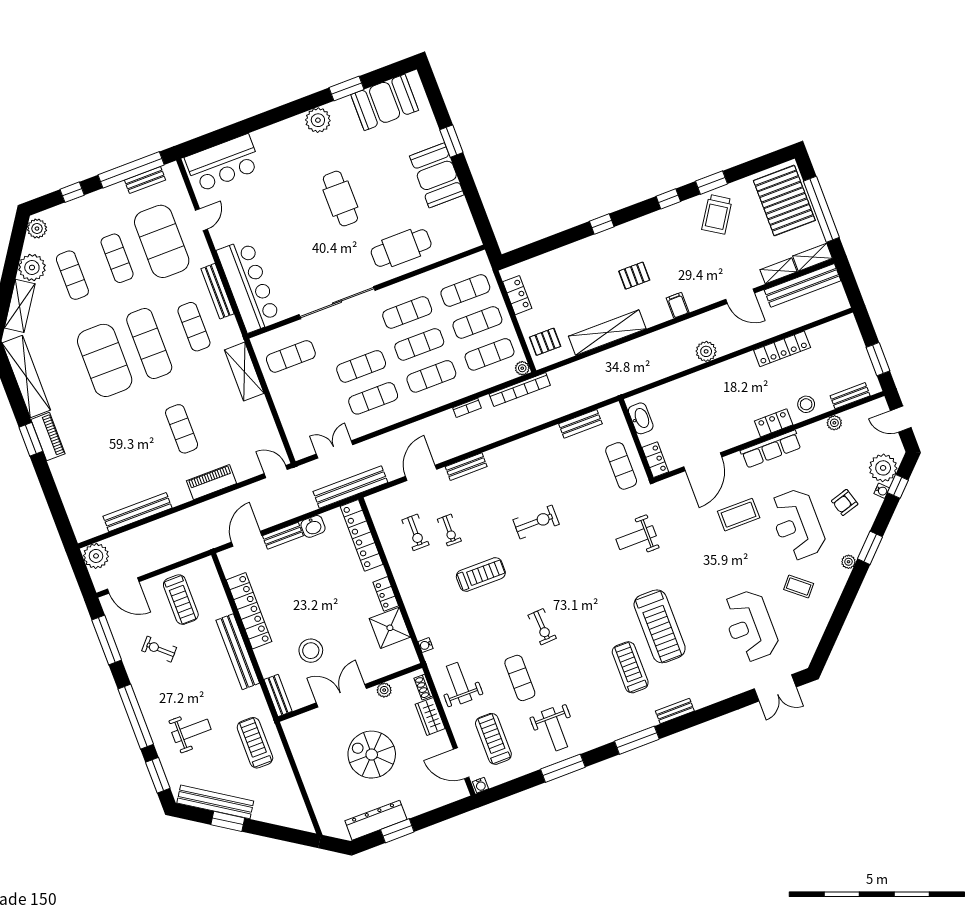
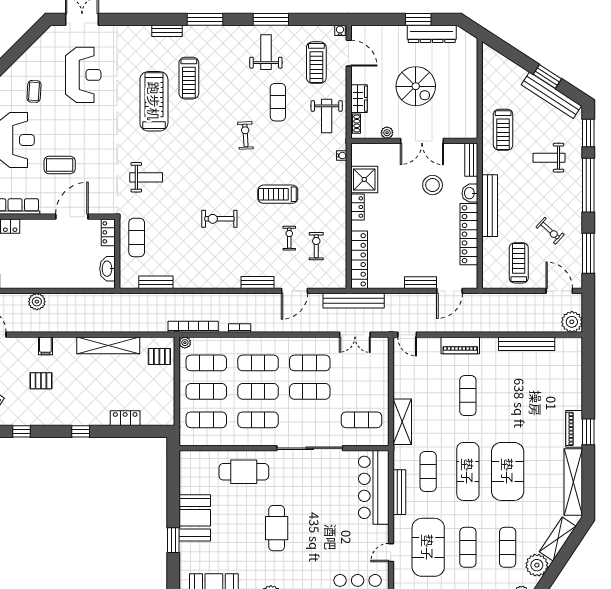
pallet: (634, 276) -> (41, 381), moved
locker: (517, 295) -> (125, 418), moved, turned 90
washbasin: (313, 526) -> (470, 193), moved, turned -90
coffee table: (799, 587) -> (34, 91), turned 54

